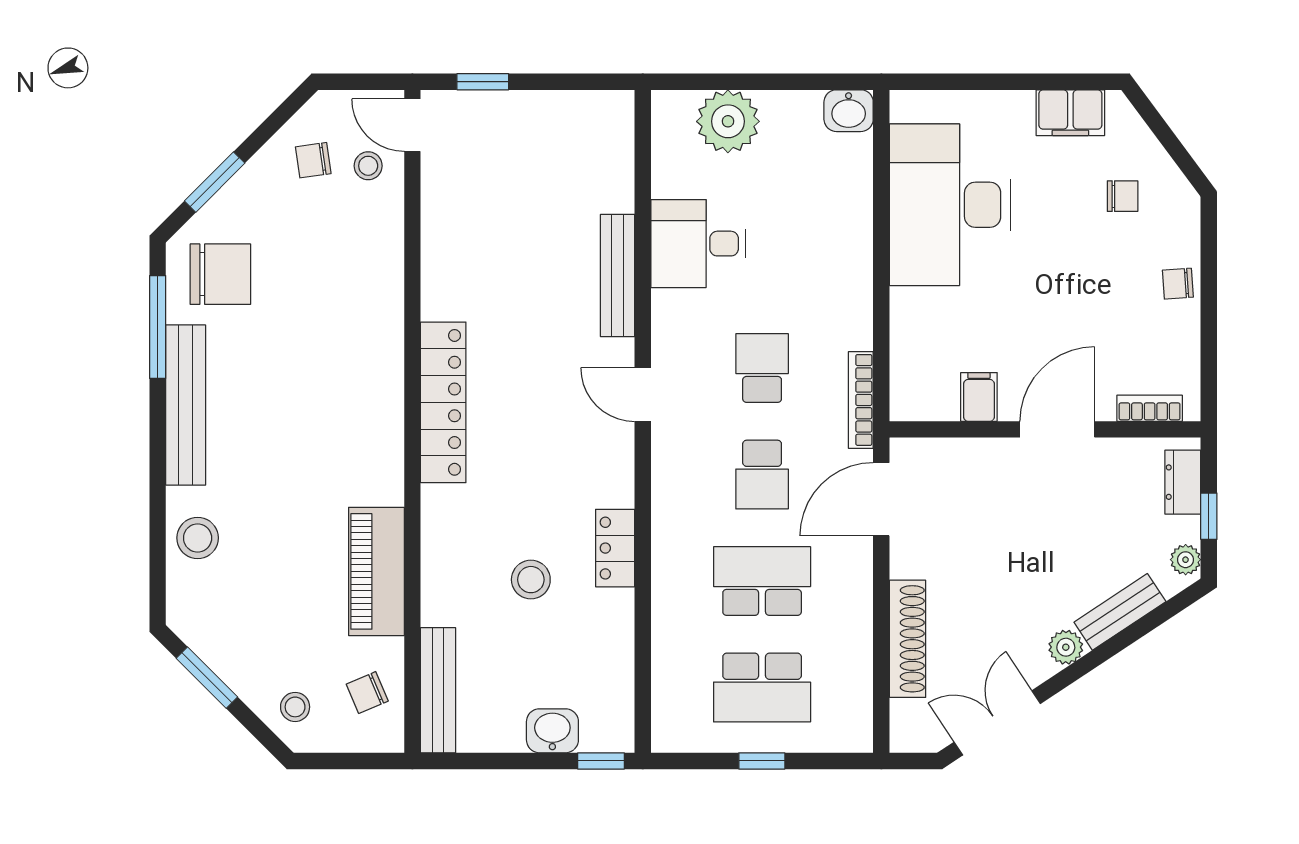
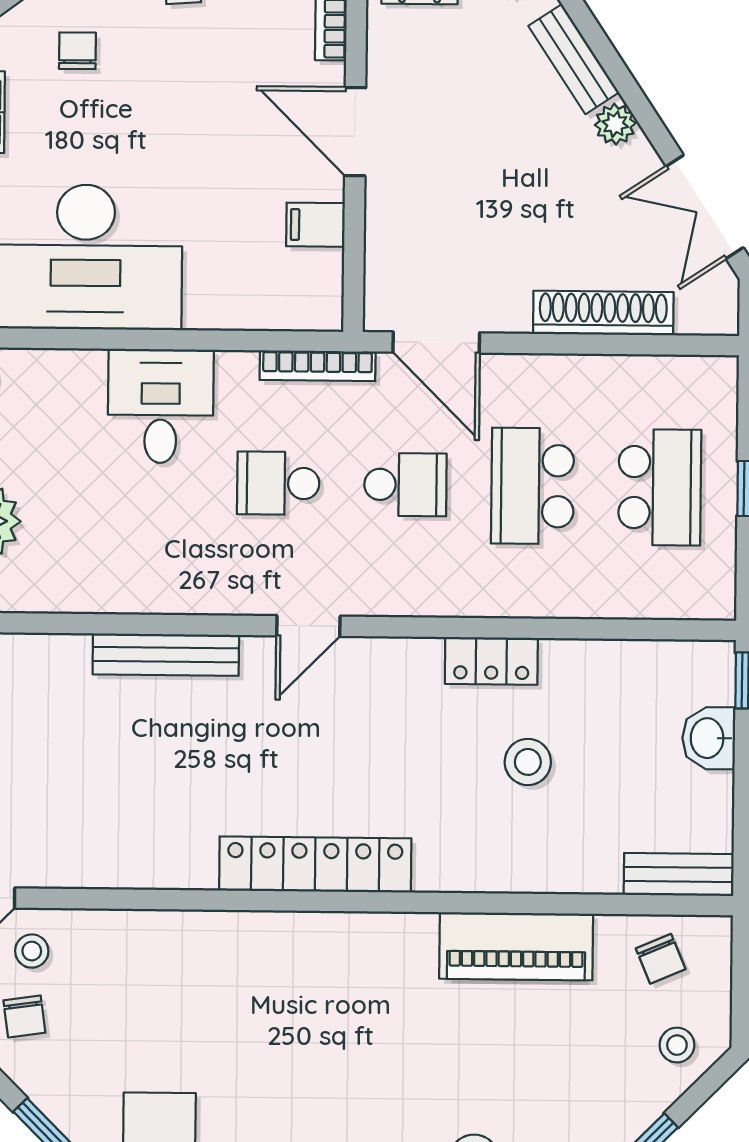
desk: (698, 244) -> (161, 406), moved, turned 180
bench: (438, 690) -> (679, 874), width x0.73

